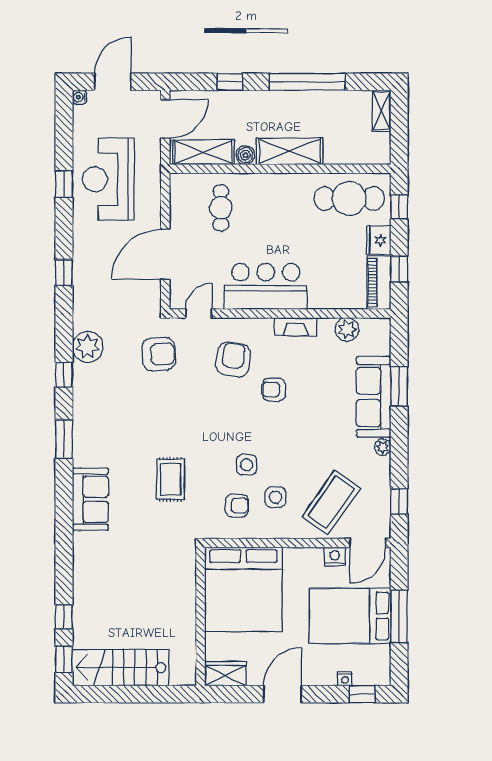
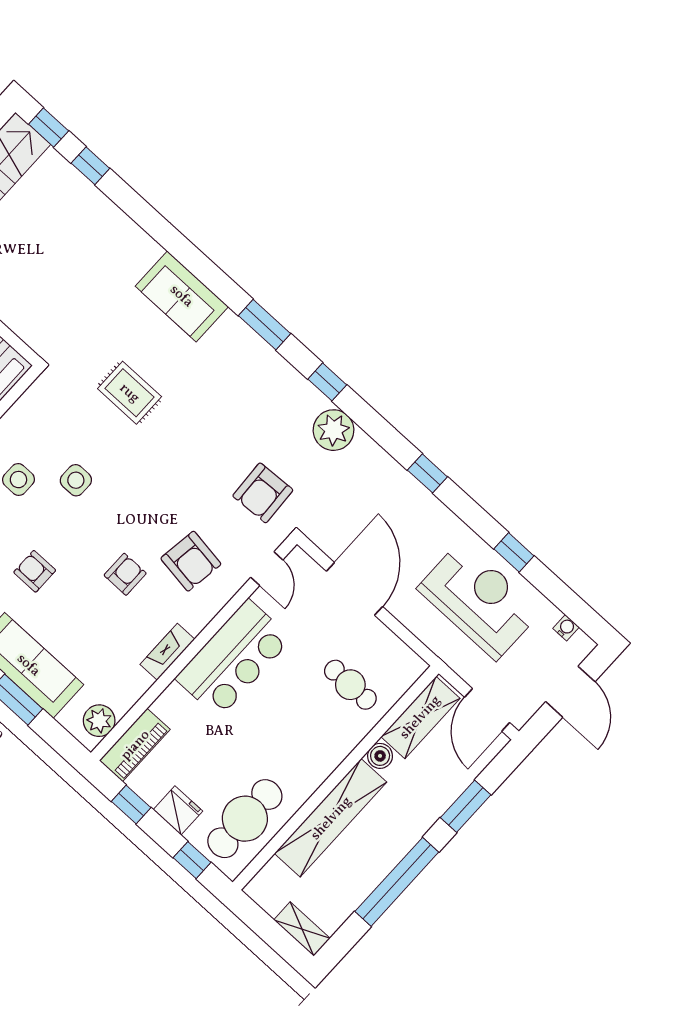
window: (230, 82) -> (466, 806), width x1.50
water cooler: (79, 97) -> (566, 628), moved
shelving: (290, 151) -> (331, 818), width x1.47
piano: (379, 283) -> (135, 745), moved, turned 90
plant: (347, 330) -> (99, 721), moved
armchair: (237, 506) -> (35, 571), moved, turned 90

